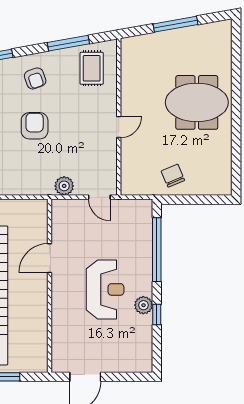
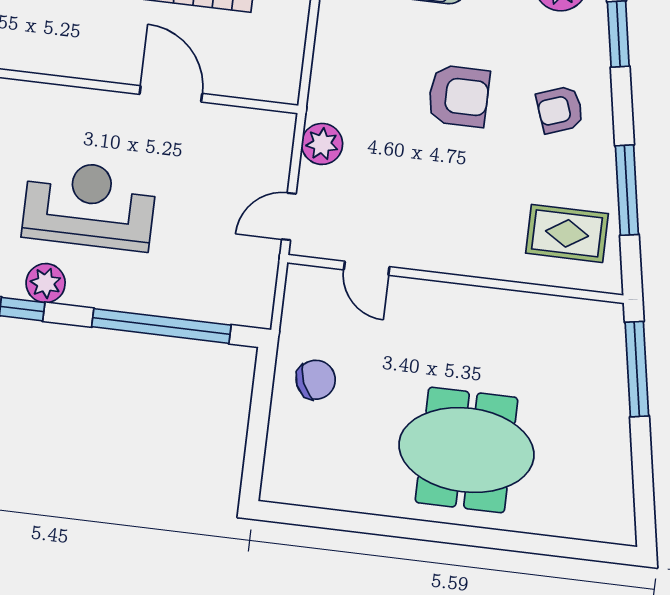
window: (176, 24) -> (637, 369), moved
meeting table: (197, 102) -> (466, 450), turned 90
door: (119, 127) -> (367, 268), moved
reception desk: (105, 289) -> (89, 205), turned 180

